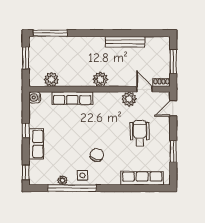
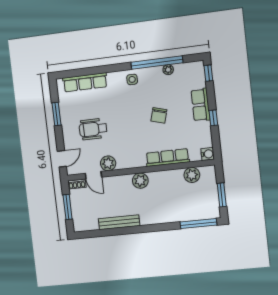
wheelchair: (140, 133) -> (93, 129), turned 90
chair: (97, 155) -> (159, 115), moved
side table: (82, 175) -> (132, 79), moved

